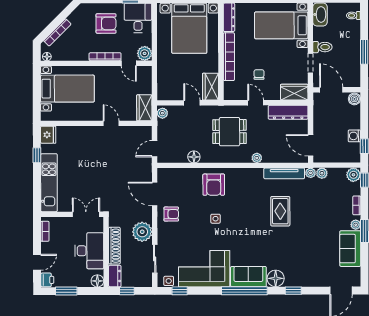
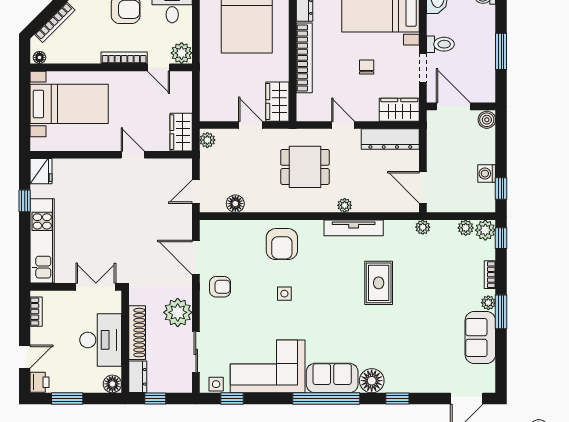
chair: (259, 74) -> (367, 67), moved
floor lamp: (194, 157) -> (235, 204), moved
tv unit: (284, 173) -> (354, 228), moved
plant: (322, 173) -> (466, 228), moved

